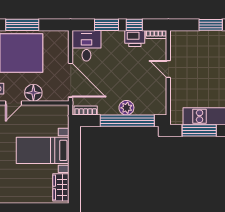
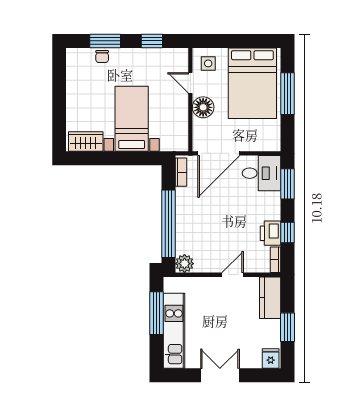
window: (107, 25) -> (287, 184), moved
kitchen counter: (187, 39) -> (270, 298), added
plant: (126, 108) -> (185, 264), moved

